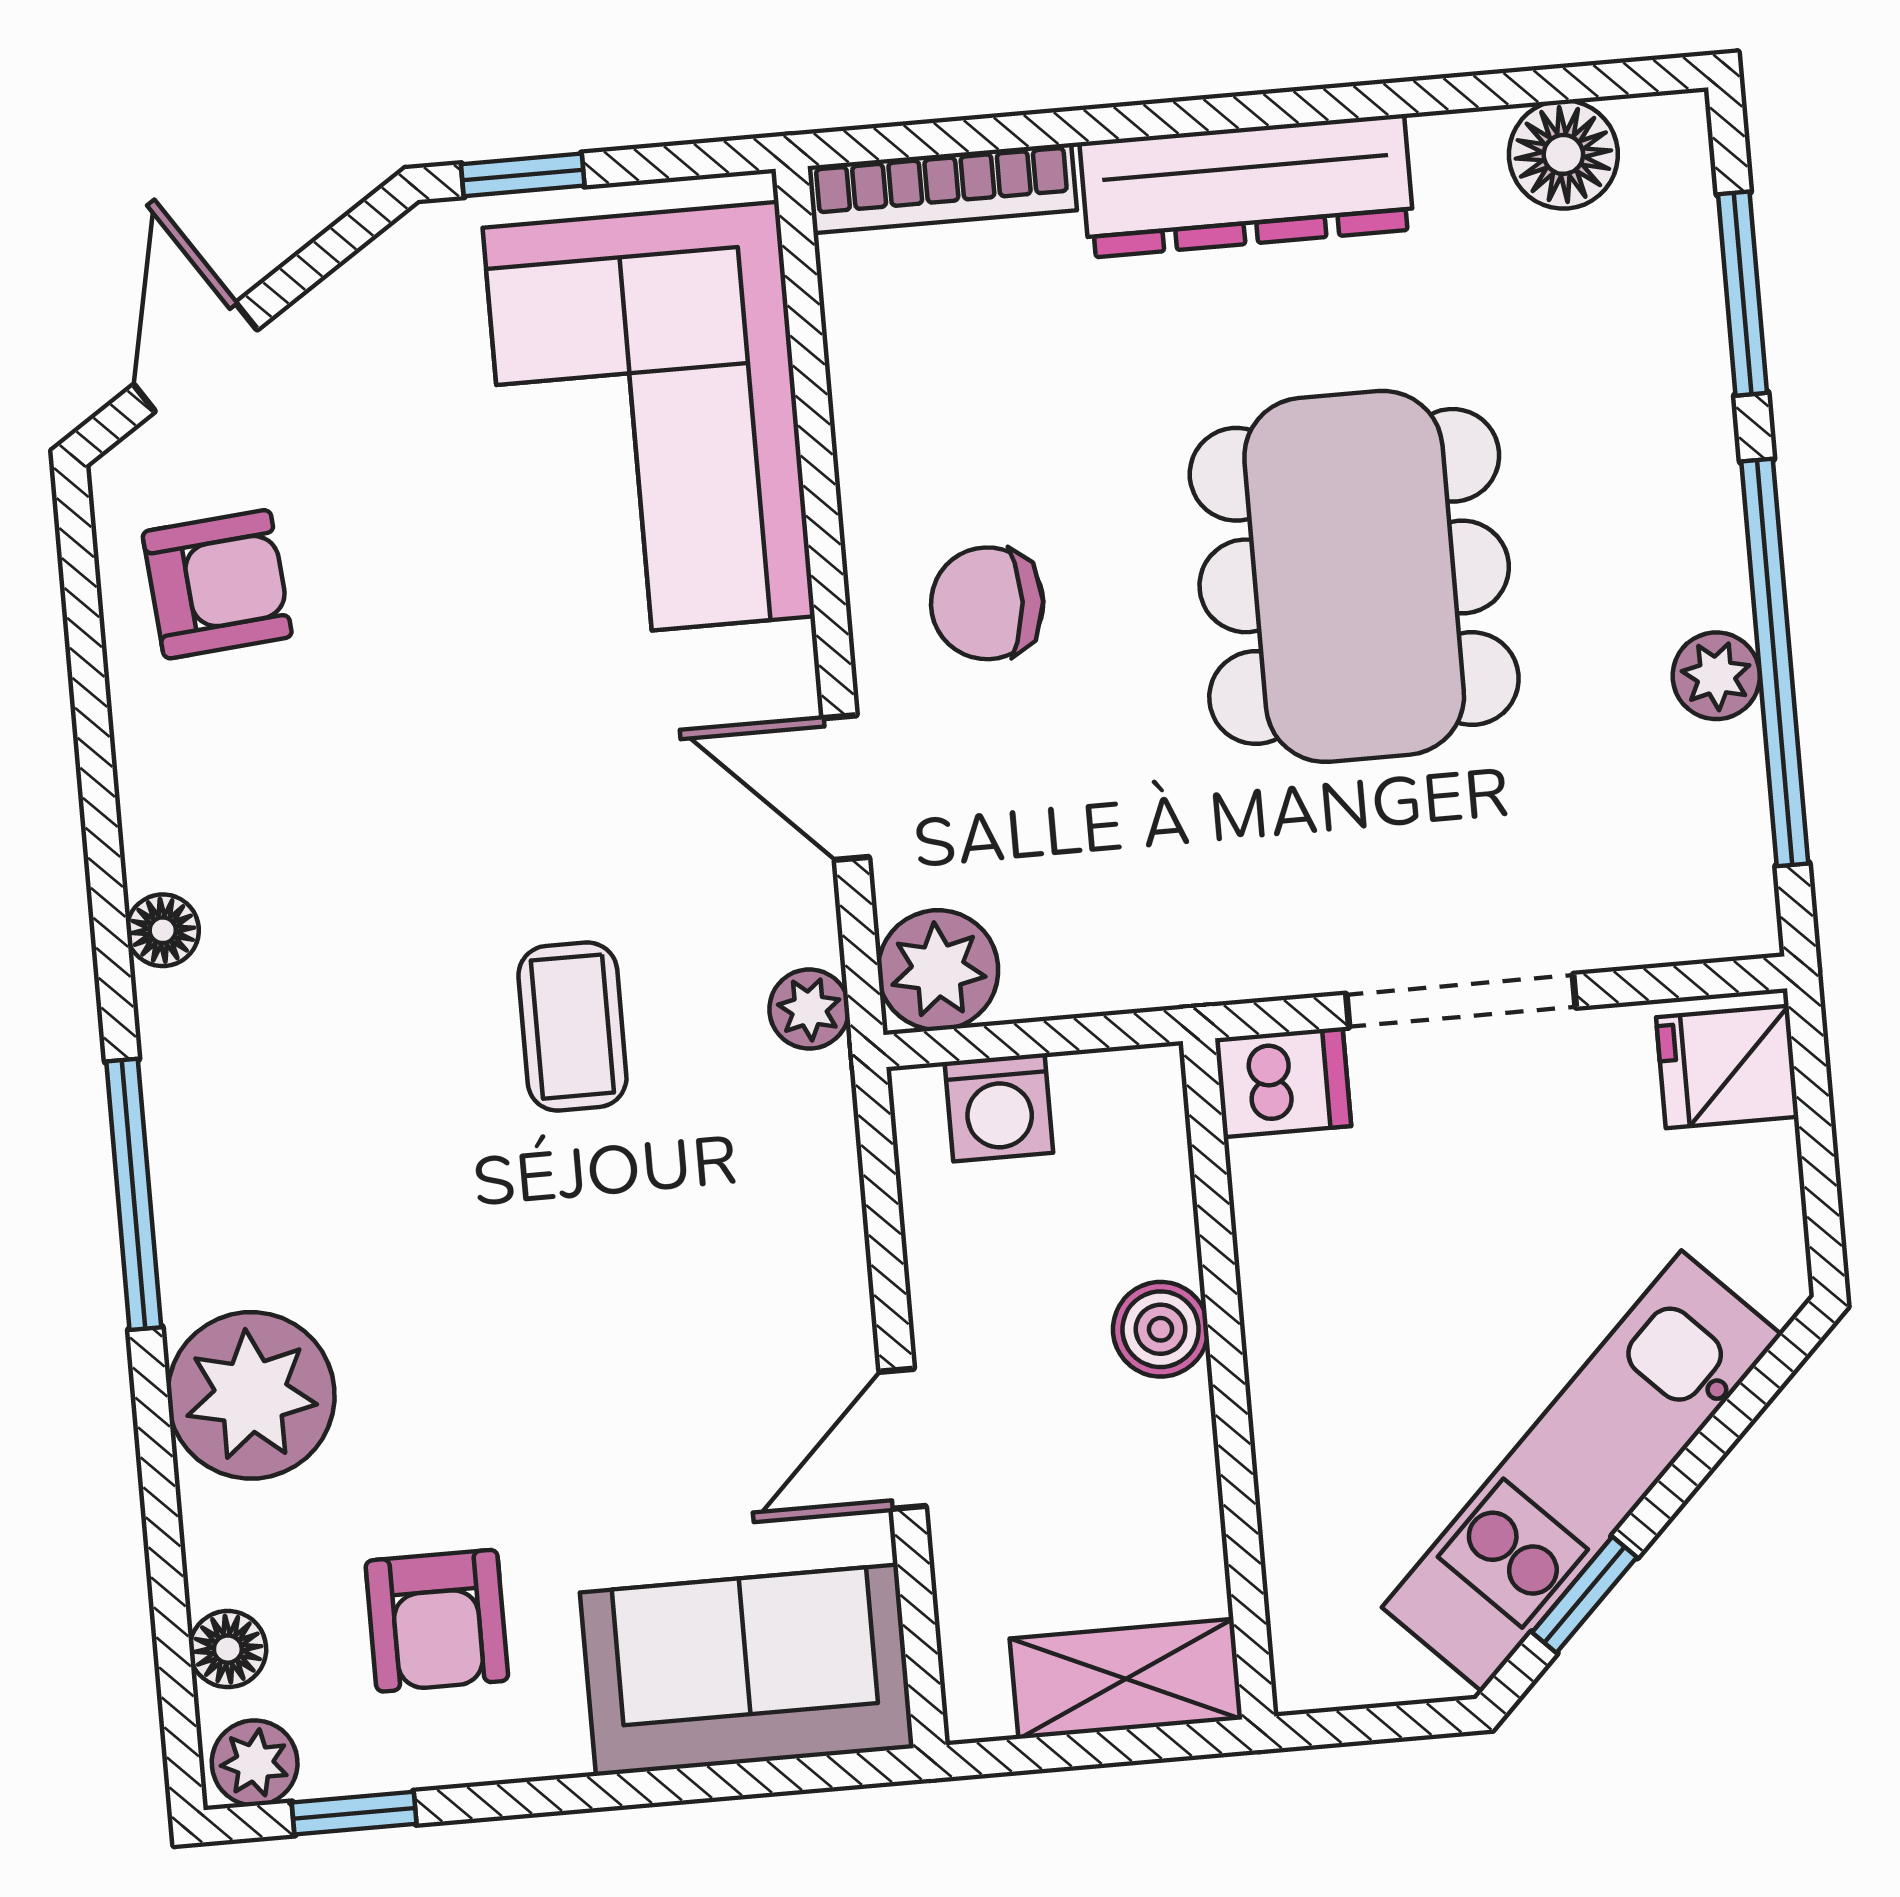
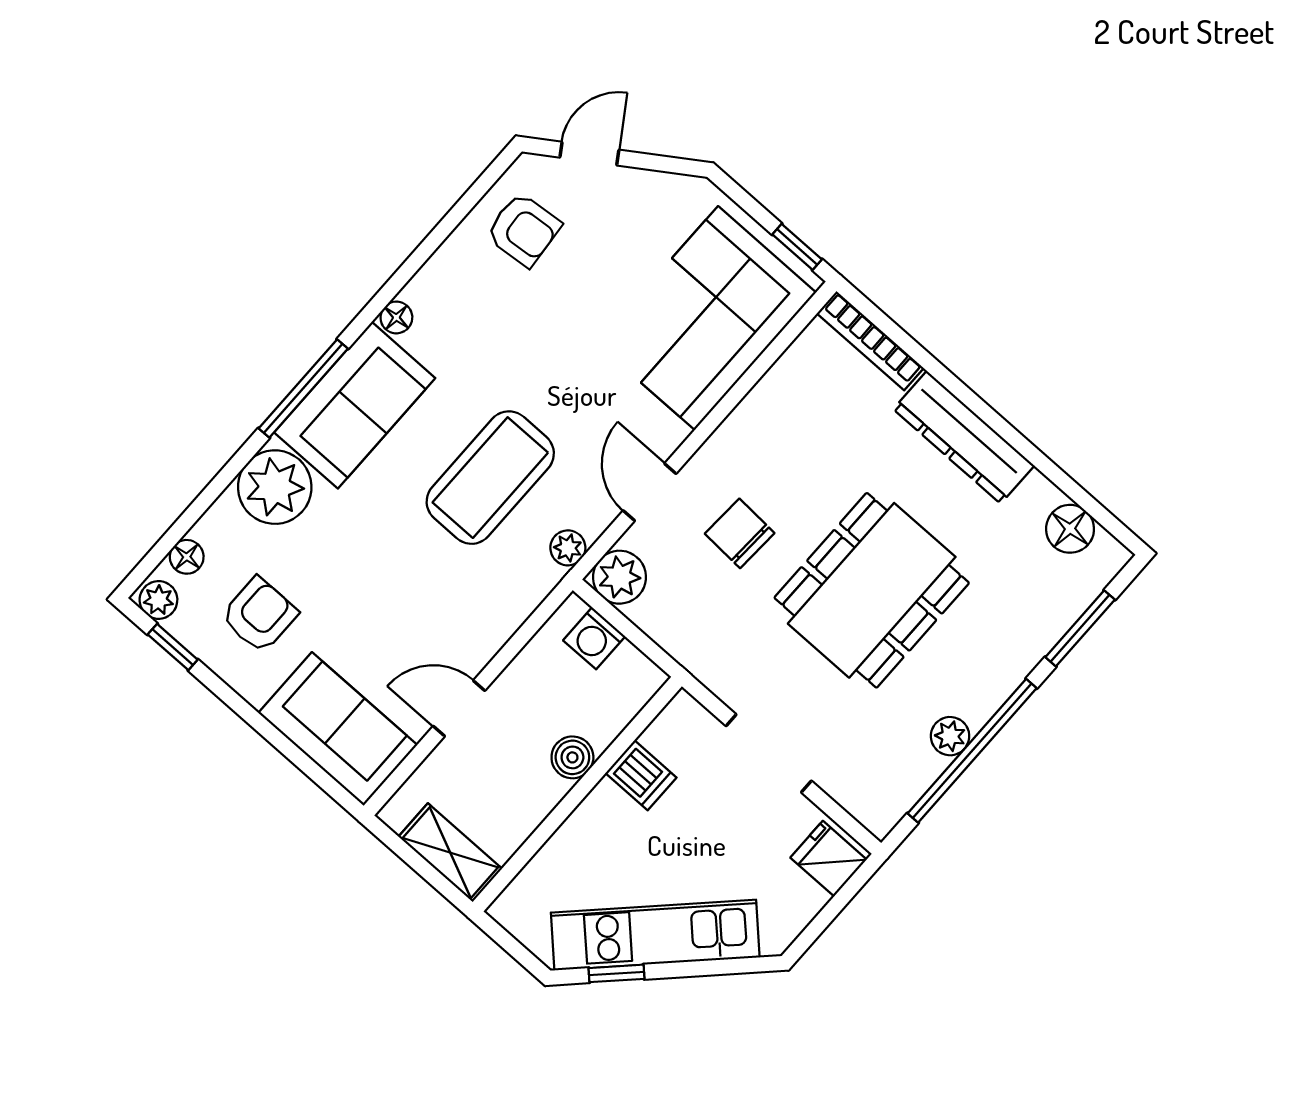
window: (523, 175) -> (797, 247), moved
chair: (987, 603) -> (740, 533), moved
coffee table: (572, 1027) -> (490, 478), width x1.86, depth x1.72
dishwasher: (1283, 1082) -> (641, 775), moved
sofa: (242, 1136) -> (355, 405), added
armchair: (437, 1621) -> (259, 615), turned 180

